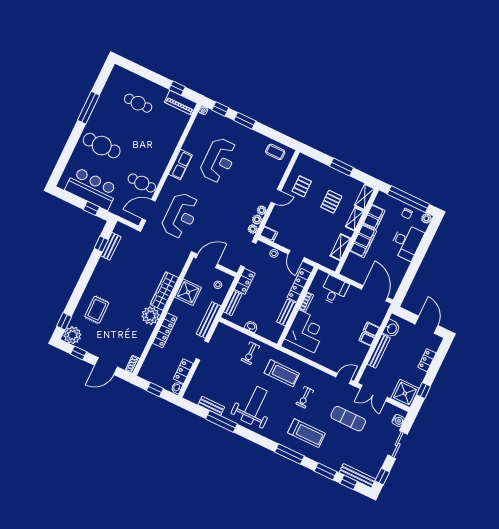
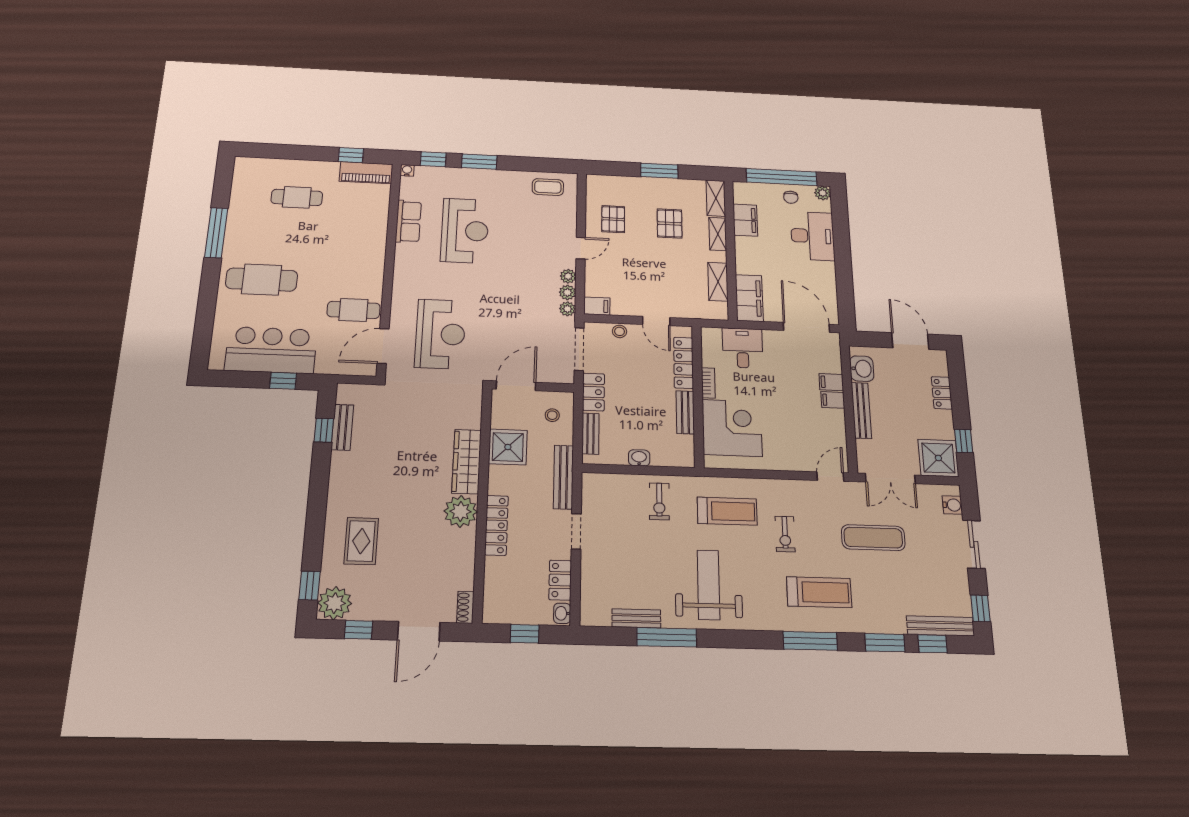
row of seats: (180, 165) -> (408, 221), moved
filing cabinet: (363, 241) -> (749, 298), moved

